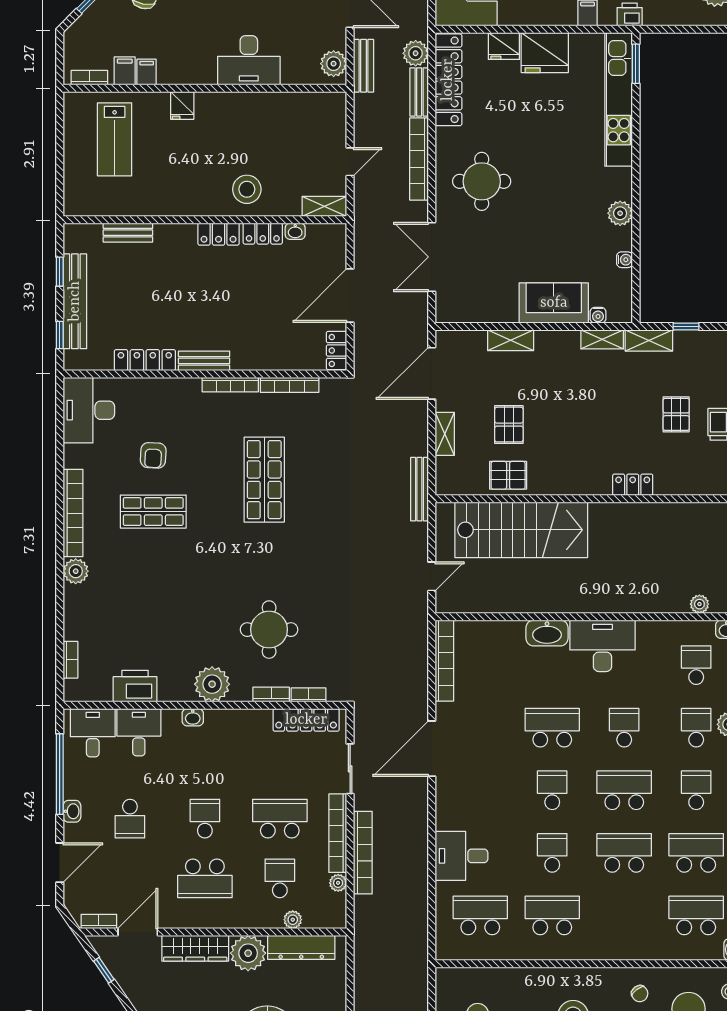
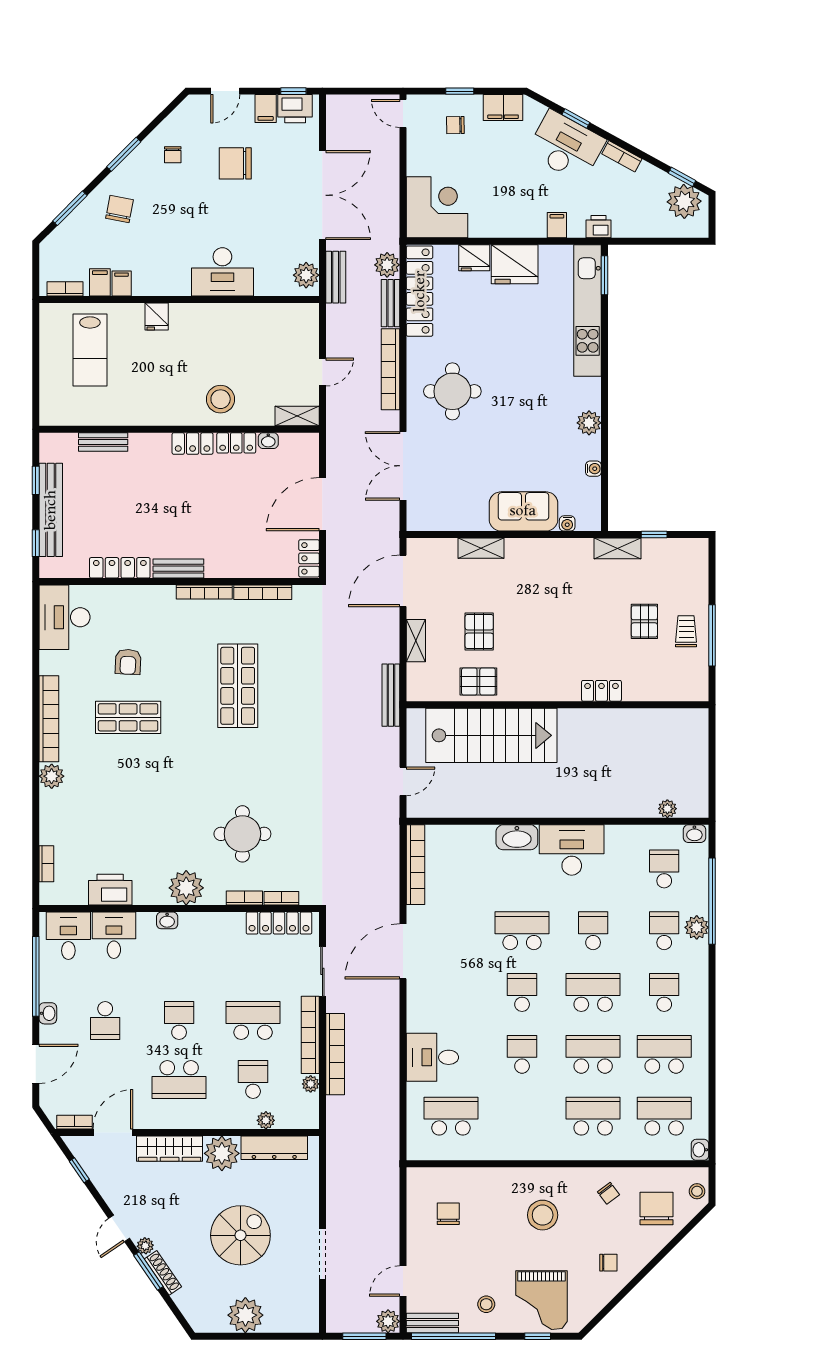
shelving: (602, 339) -> (571, 547), removed
school desk: (552, 915) -> (593, 1116), moved

